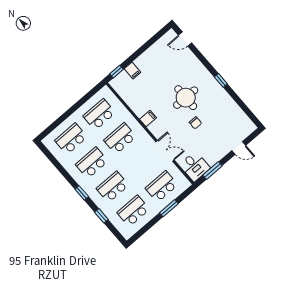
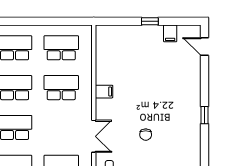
filing cabinet: (132, 71) -> (170, 33), moved
window: (116, 72) -> (150, 21), moved
round table: (186, 98) -> (157, 103), removed

